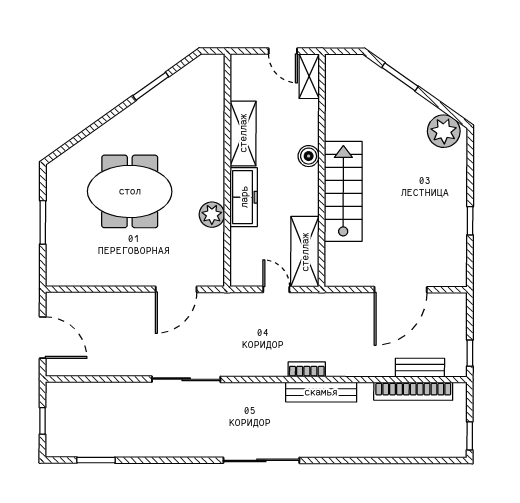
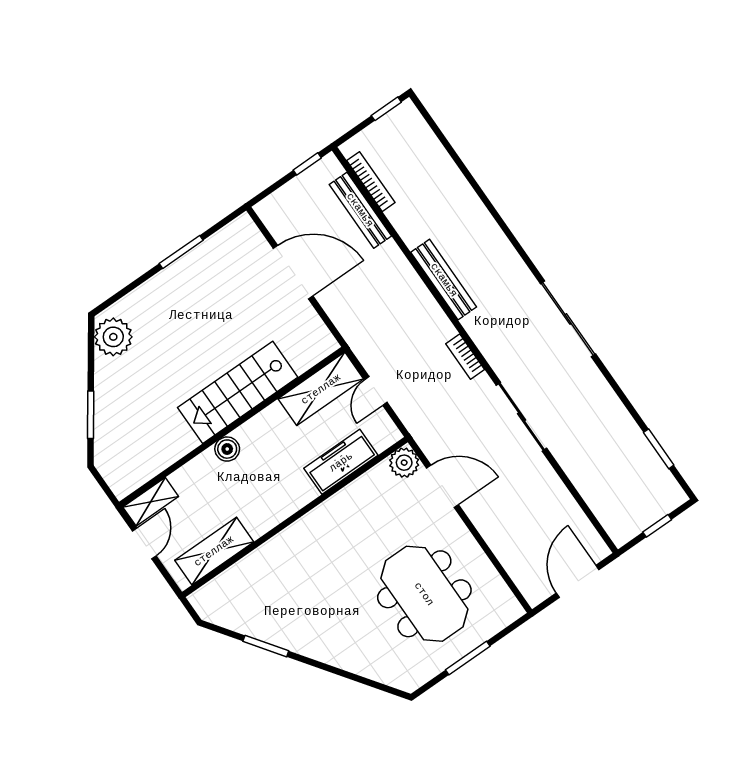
shelving: (243, 133) -> (214, 551), moved
meeting table: (130, 191) -> (424, 594), moved
freezer: (244, 197) -> (341, 462), moved
plant: (212, 215) -> (404, 463), moved
window: (470, 221) -> (181, 252), width x1.50
bench: (420, 368) -> (360, 210), width x1.36
bookcase: (307, 369) -> (465, 357), moved
bookcase: (413, 391) -> (371, 182), width x0.68, depth x0.76
sliding door: (261, 460) -> (568, 319), moved

